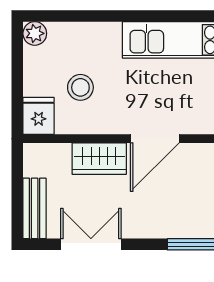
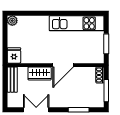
stool: (80, 87) -> (32, 43), removed
bench: (35, 208) -> (12, 80), moved

